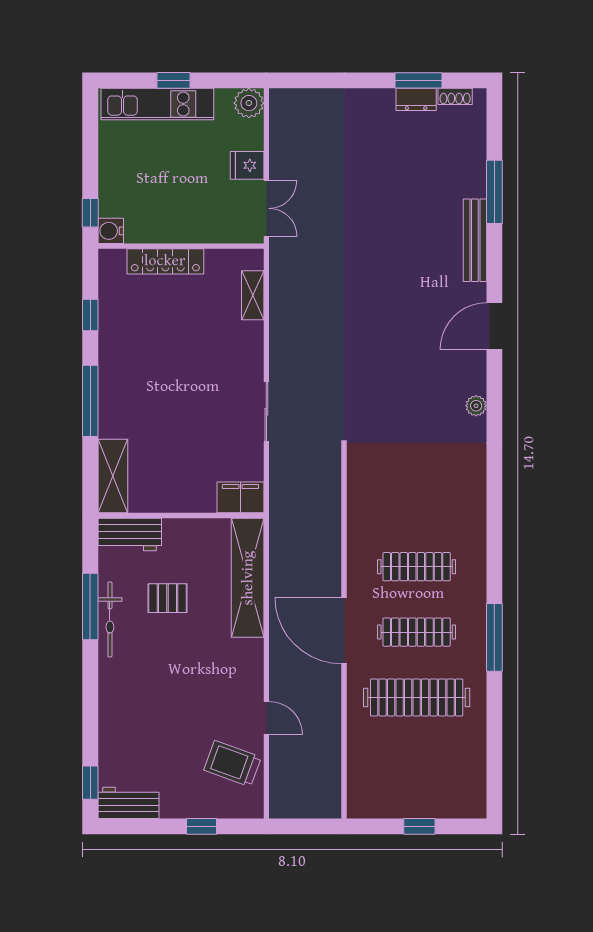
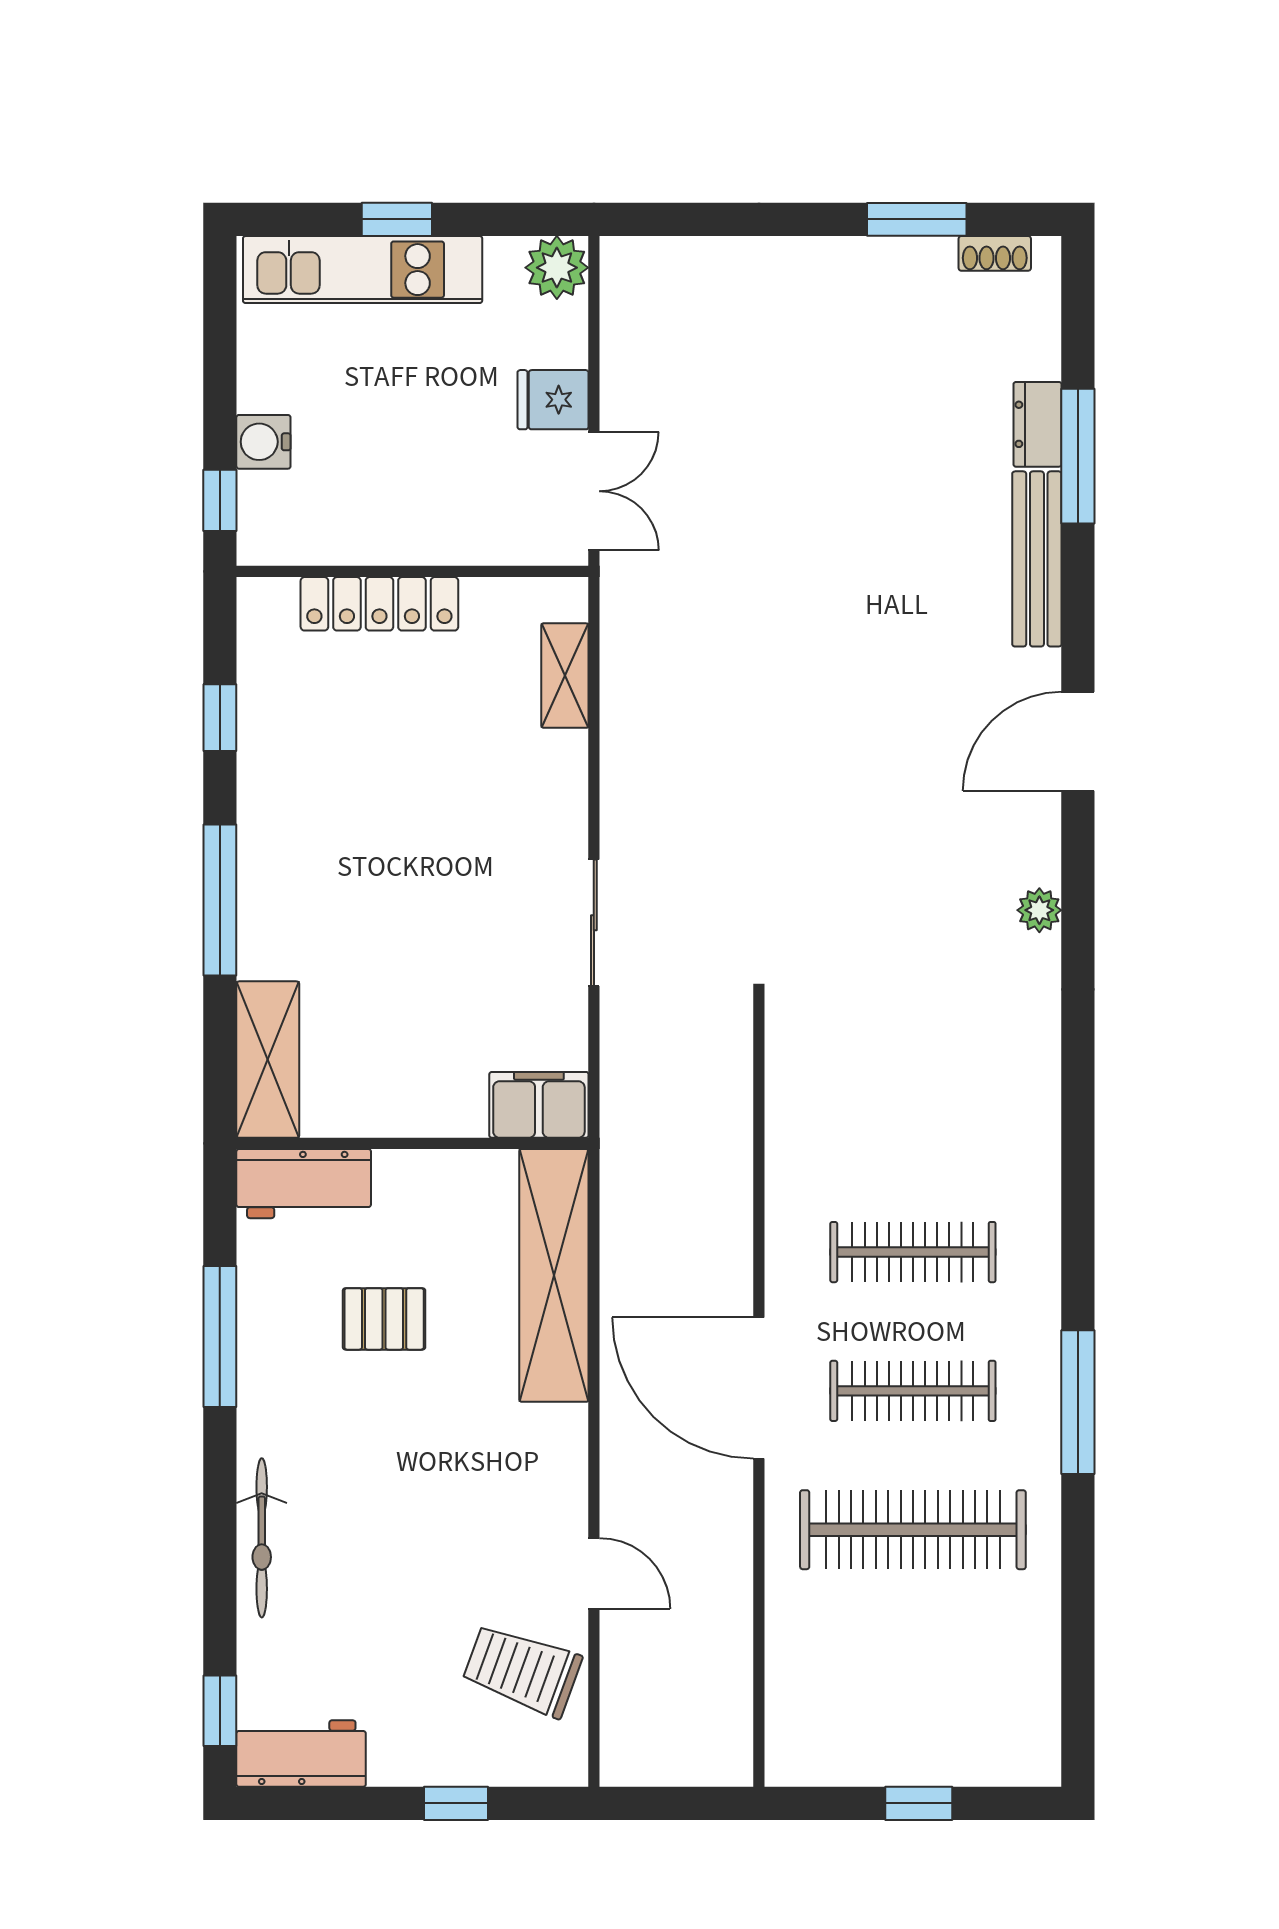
dresser: (416, 99) -> (1038, 424), moved, turned 90
water cooler: (111, 231) -> (263, 442), moved
bicycle: (110, 619) -> (262, 1538), moved

